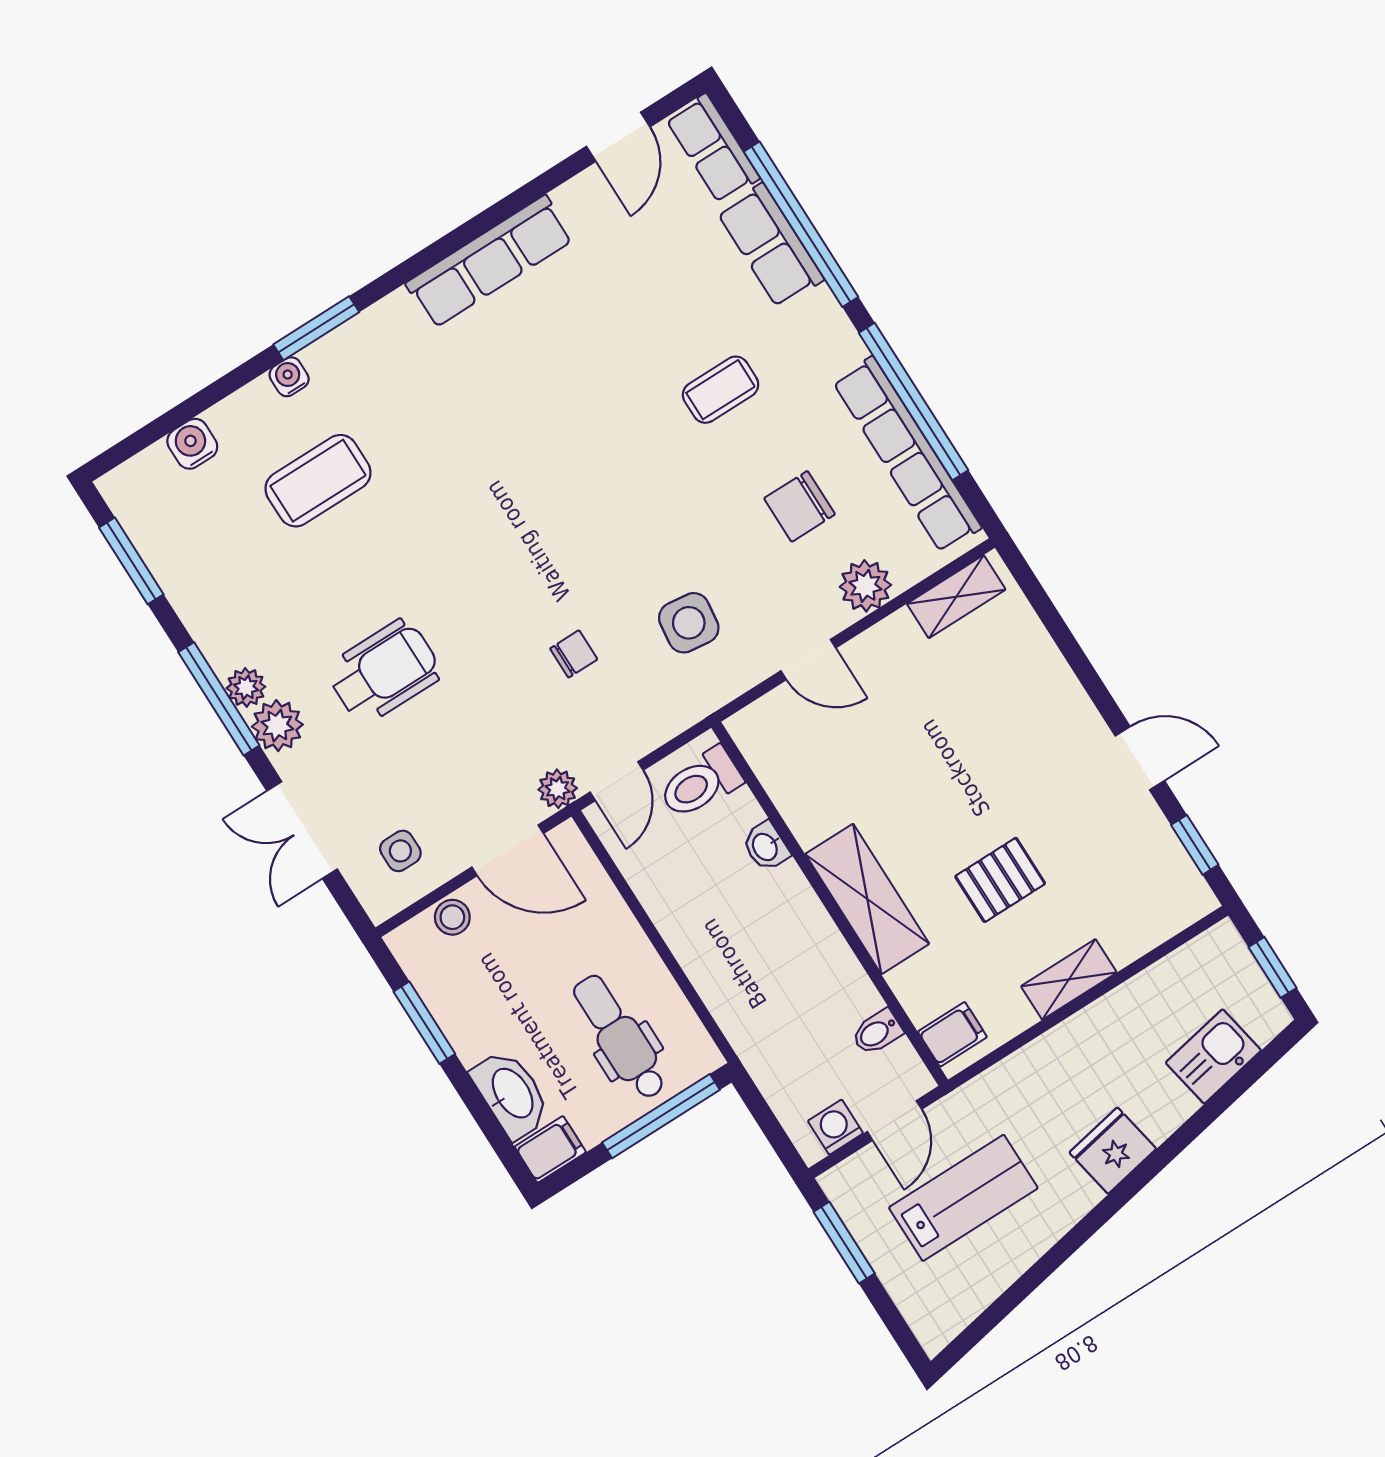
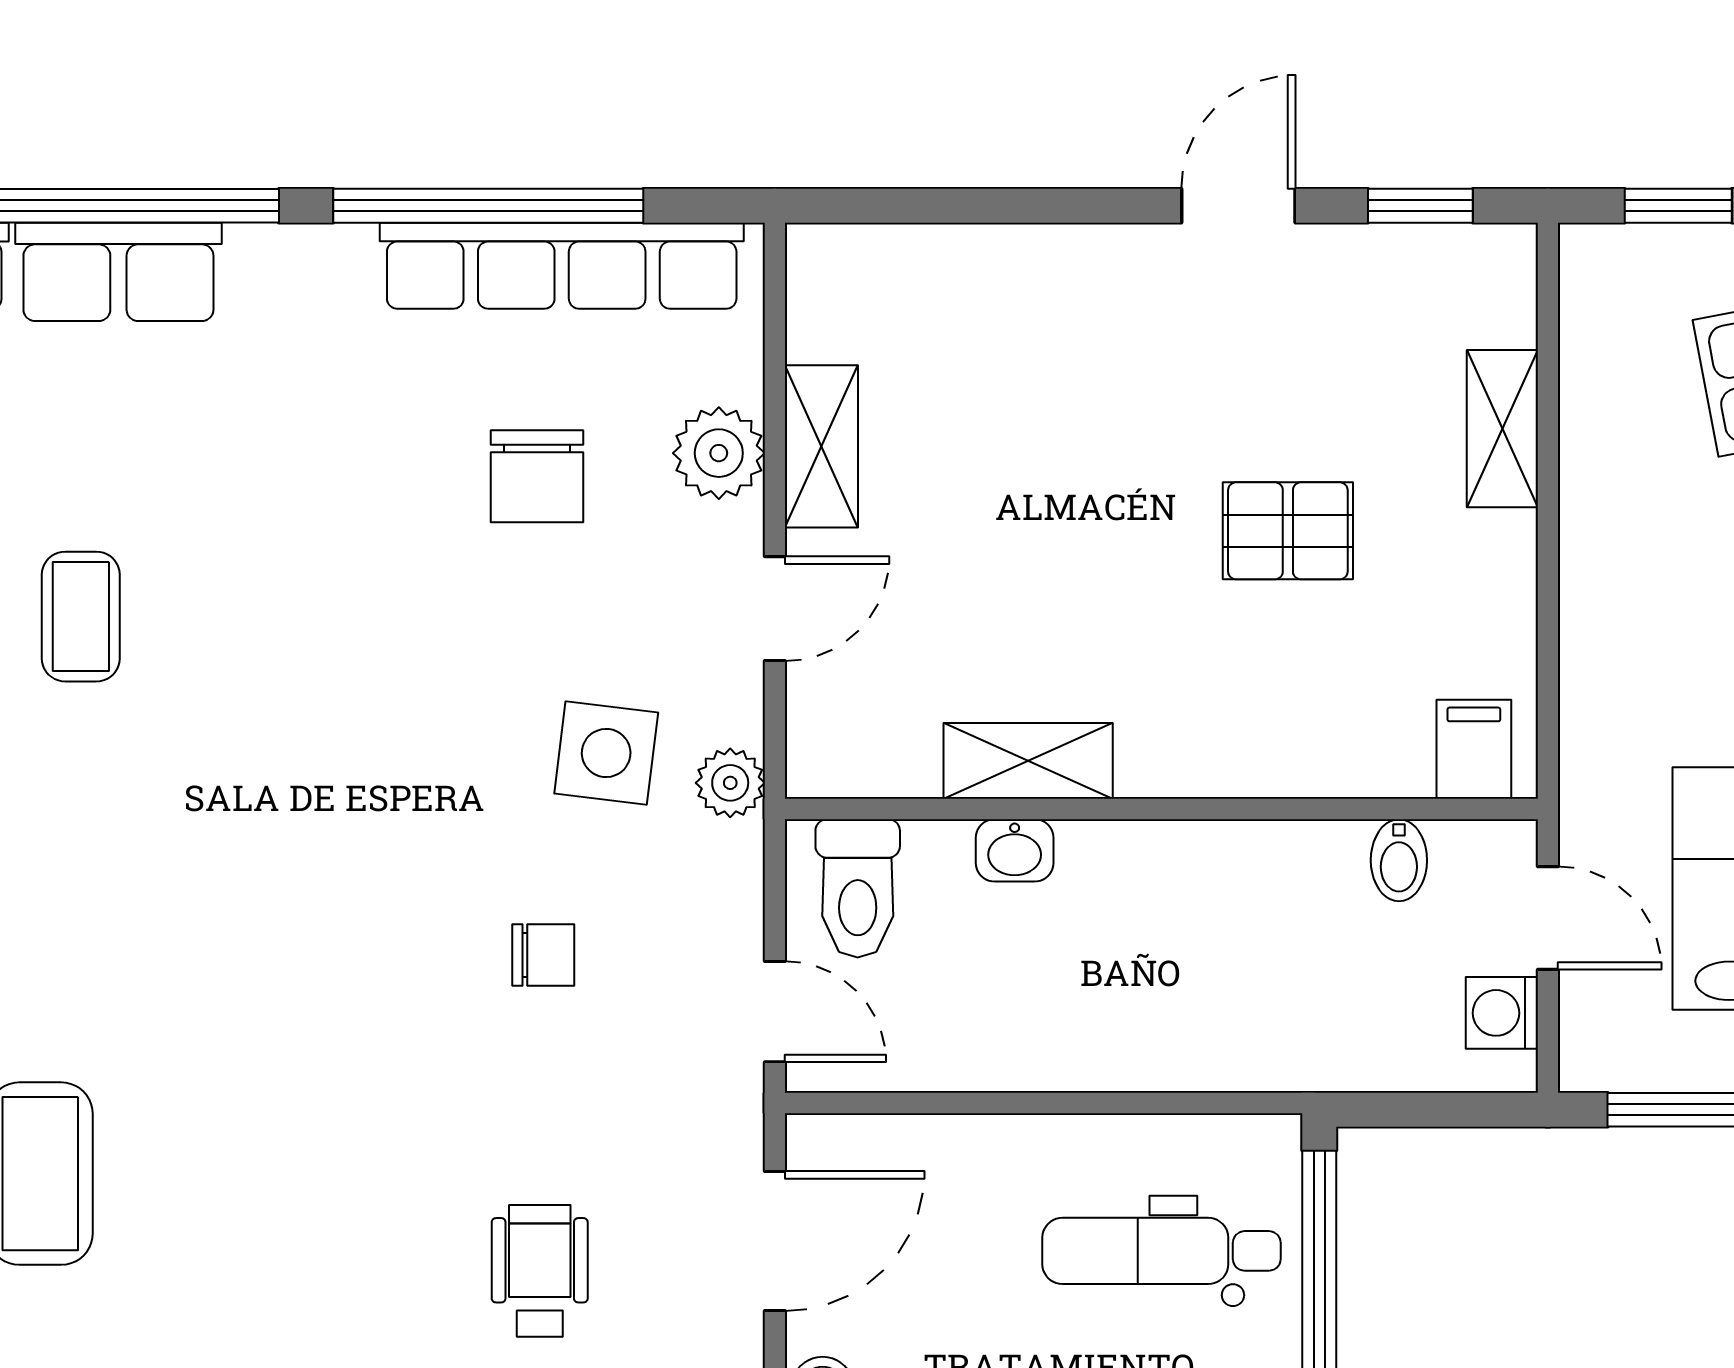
coffee table: (721, 390) -> (81, 617), moved
shelving: (956, 597) -> (821, 446), moved
chair: (574, 654) -> (543, 955), turned 90
wheelchair: (384, 671) -> (540, 1271), moved, width x0.73, depth x0.73
plant: (558, 789) -> (730, 783), moved
pallet: (1000, 880) -> (1288, 531), turned 90
shelving: (867, 899) -> (1028, 761), moved, width x0.67, depth x0.75
shelving: (1069, 979) -> (1502, 429), moved

